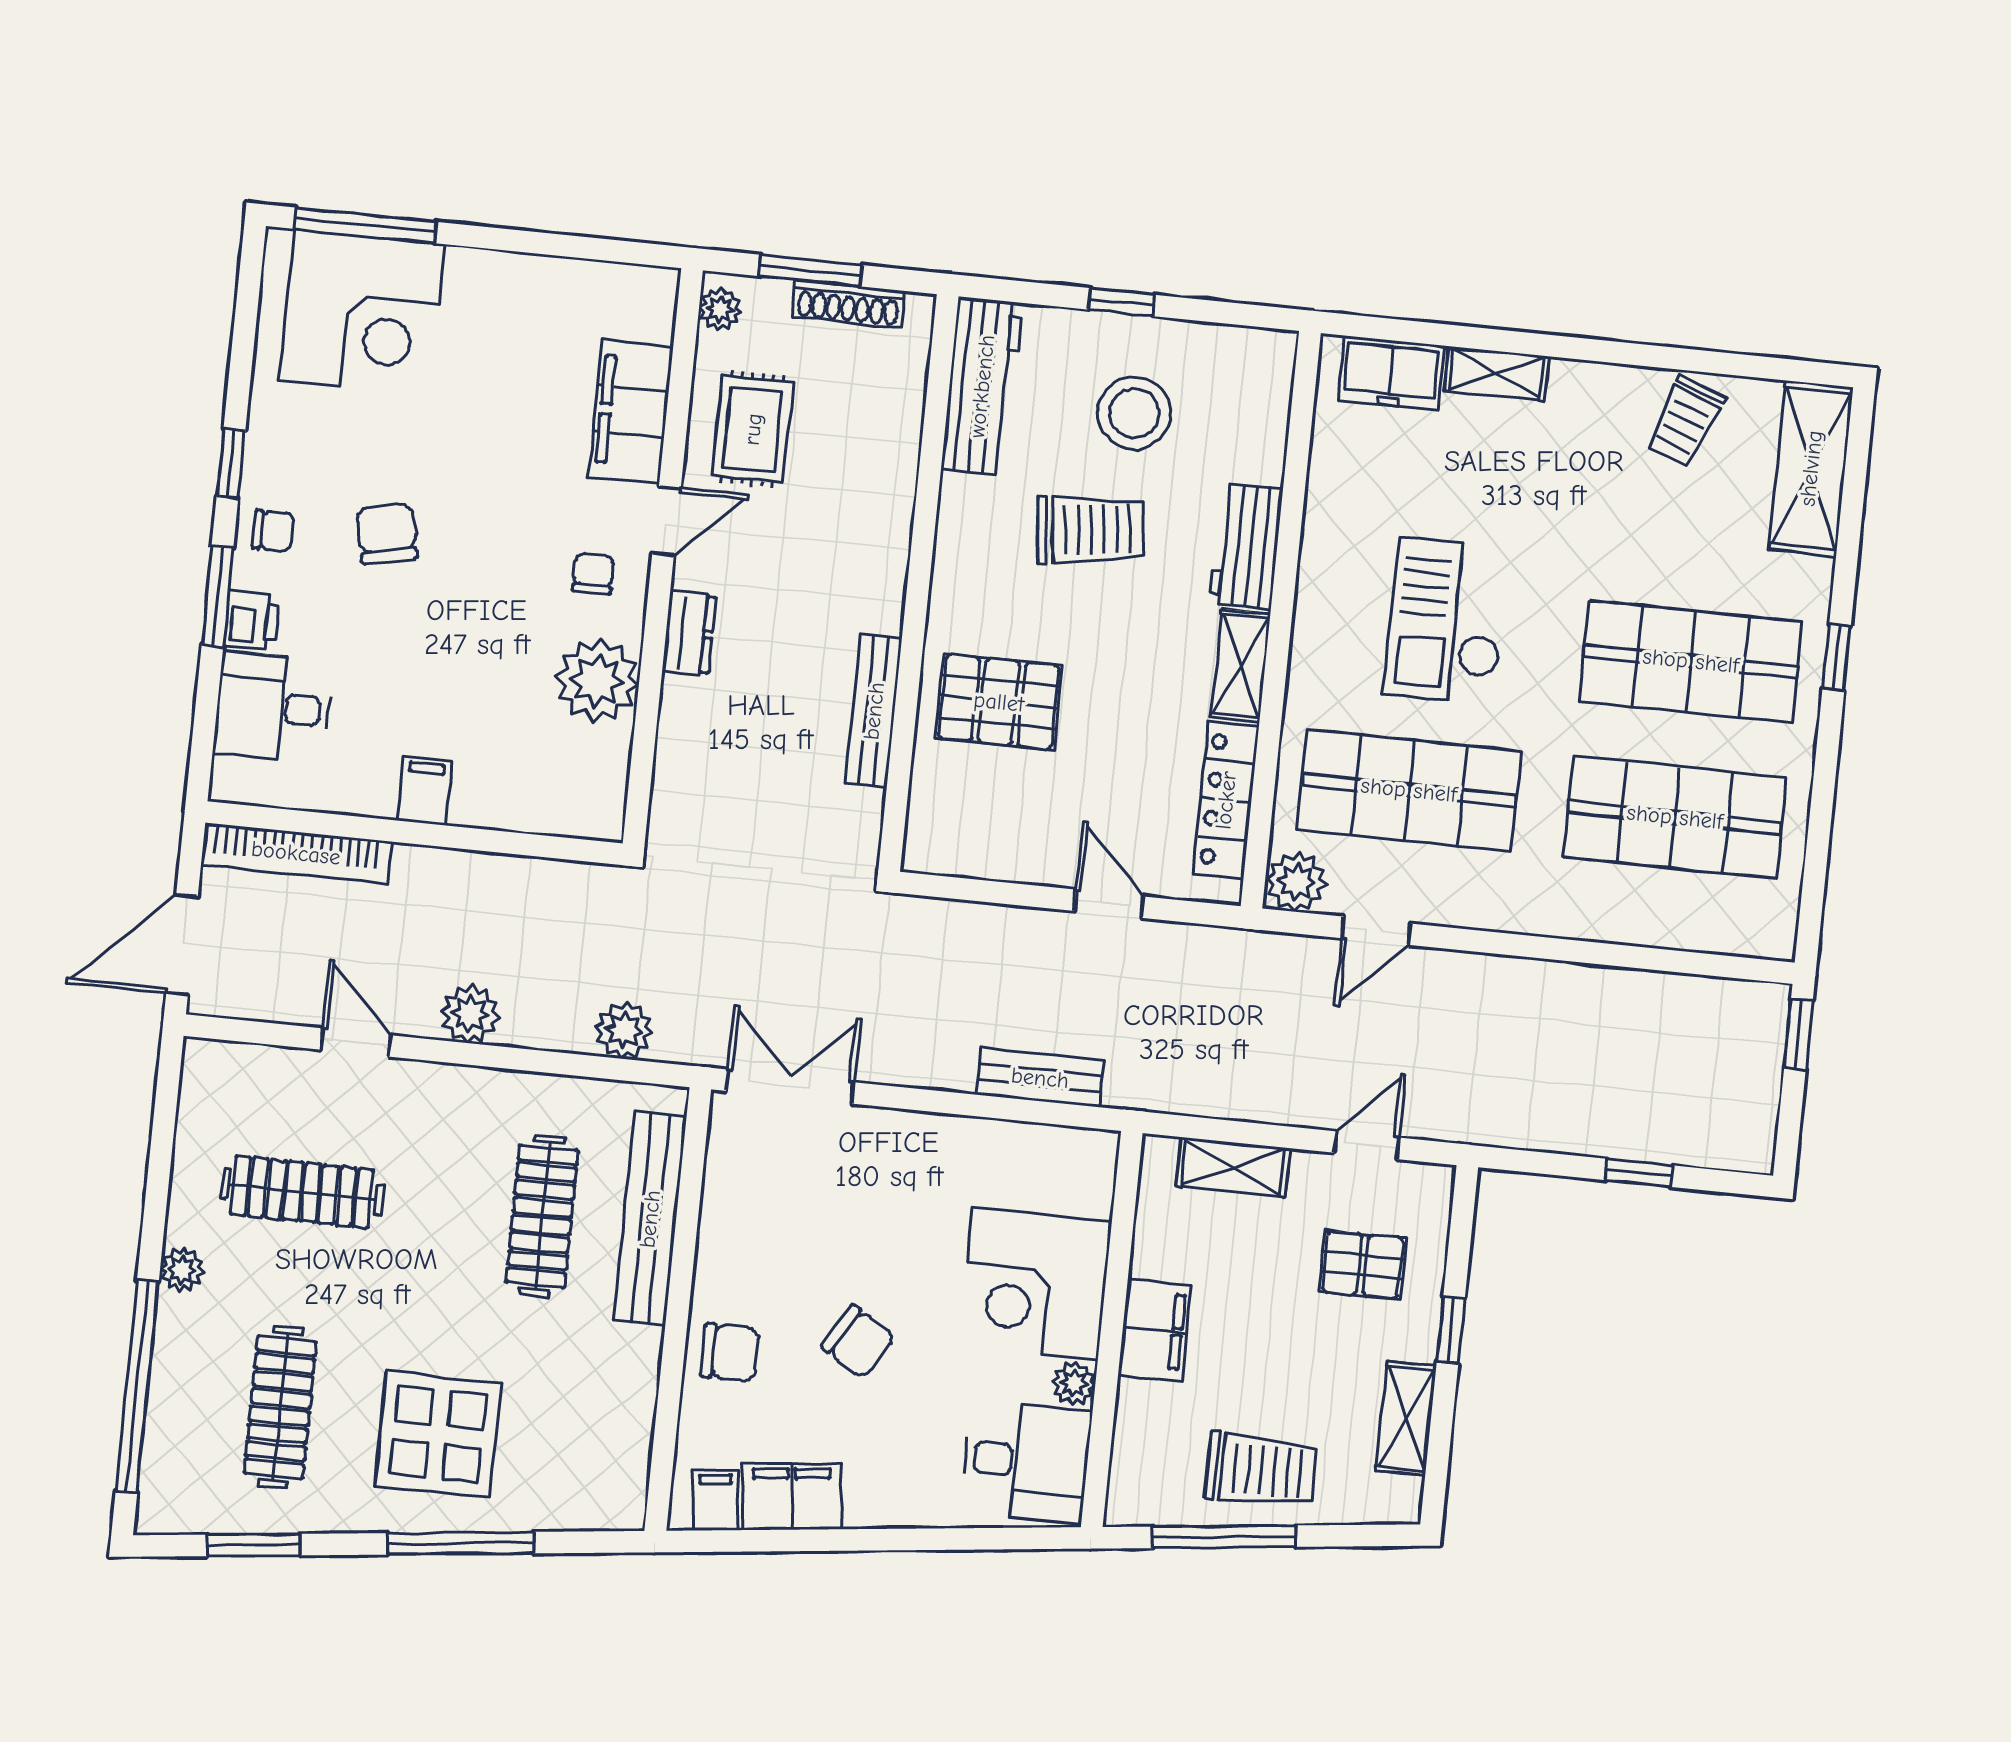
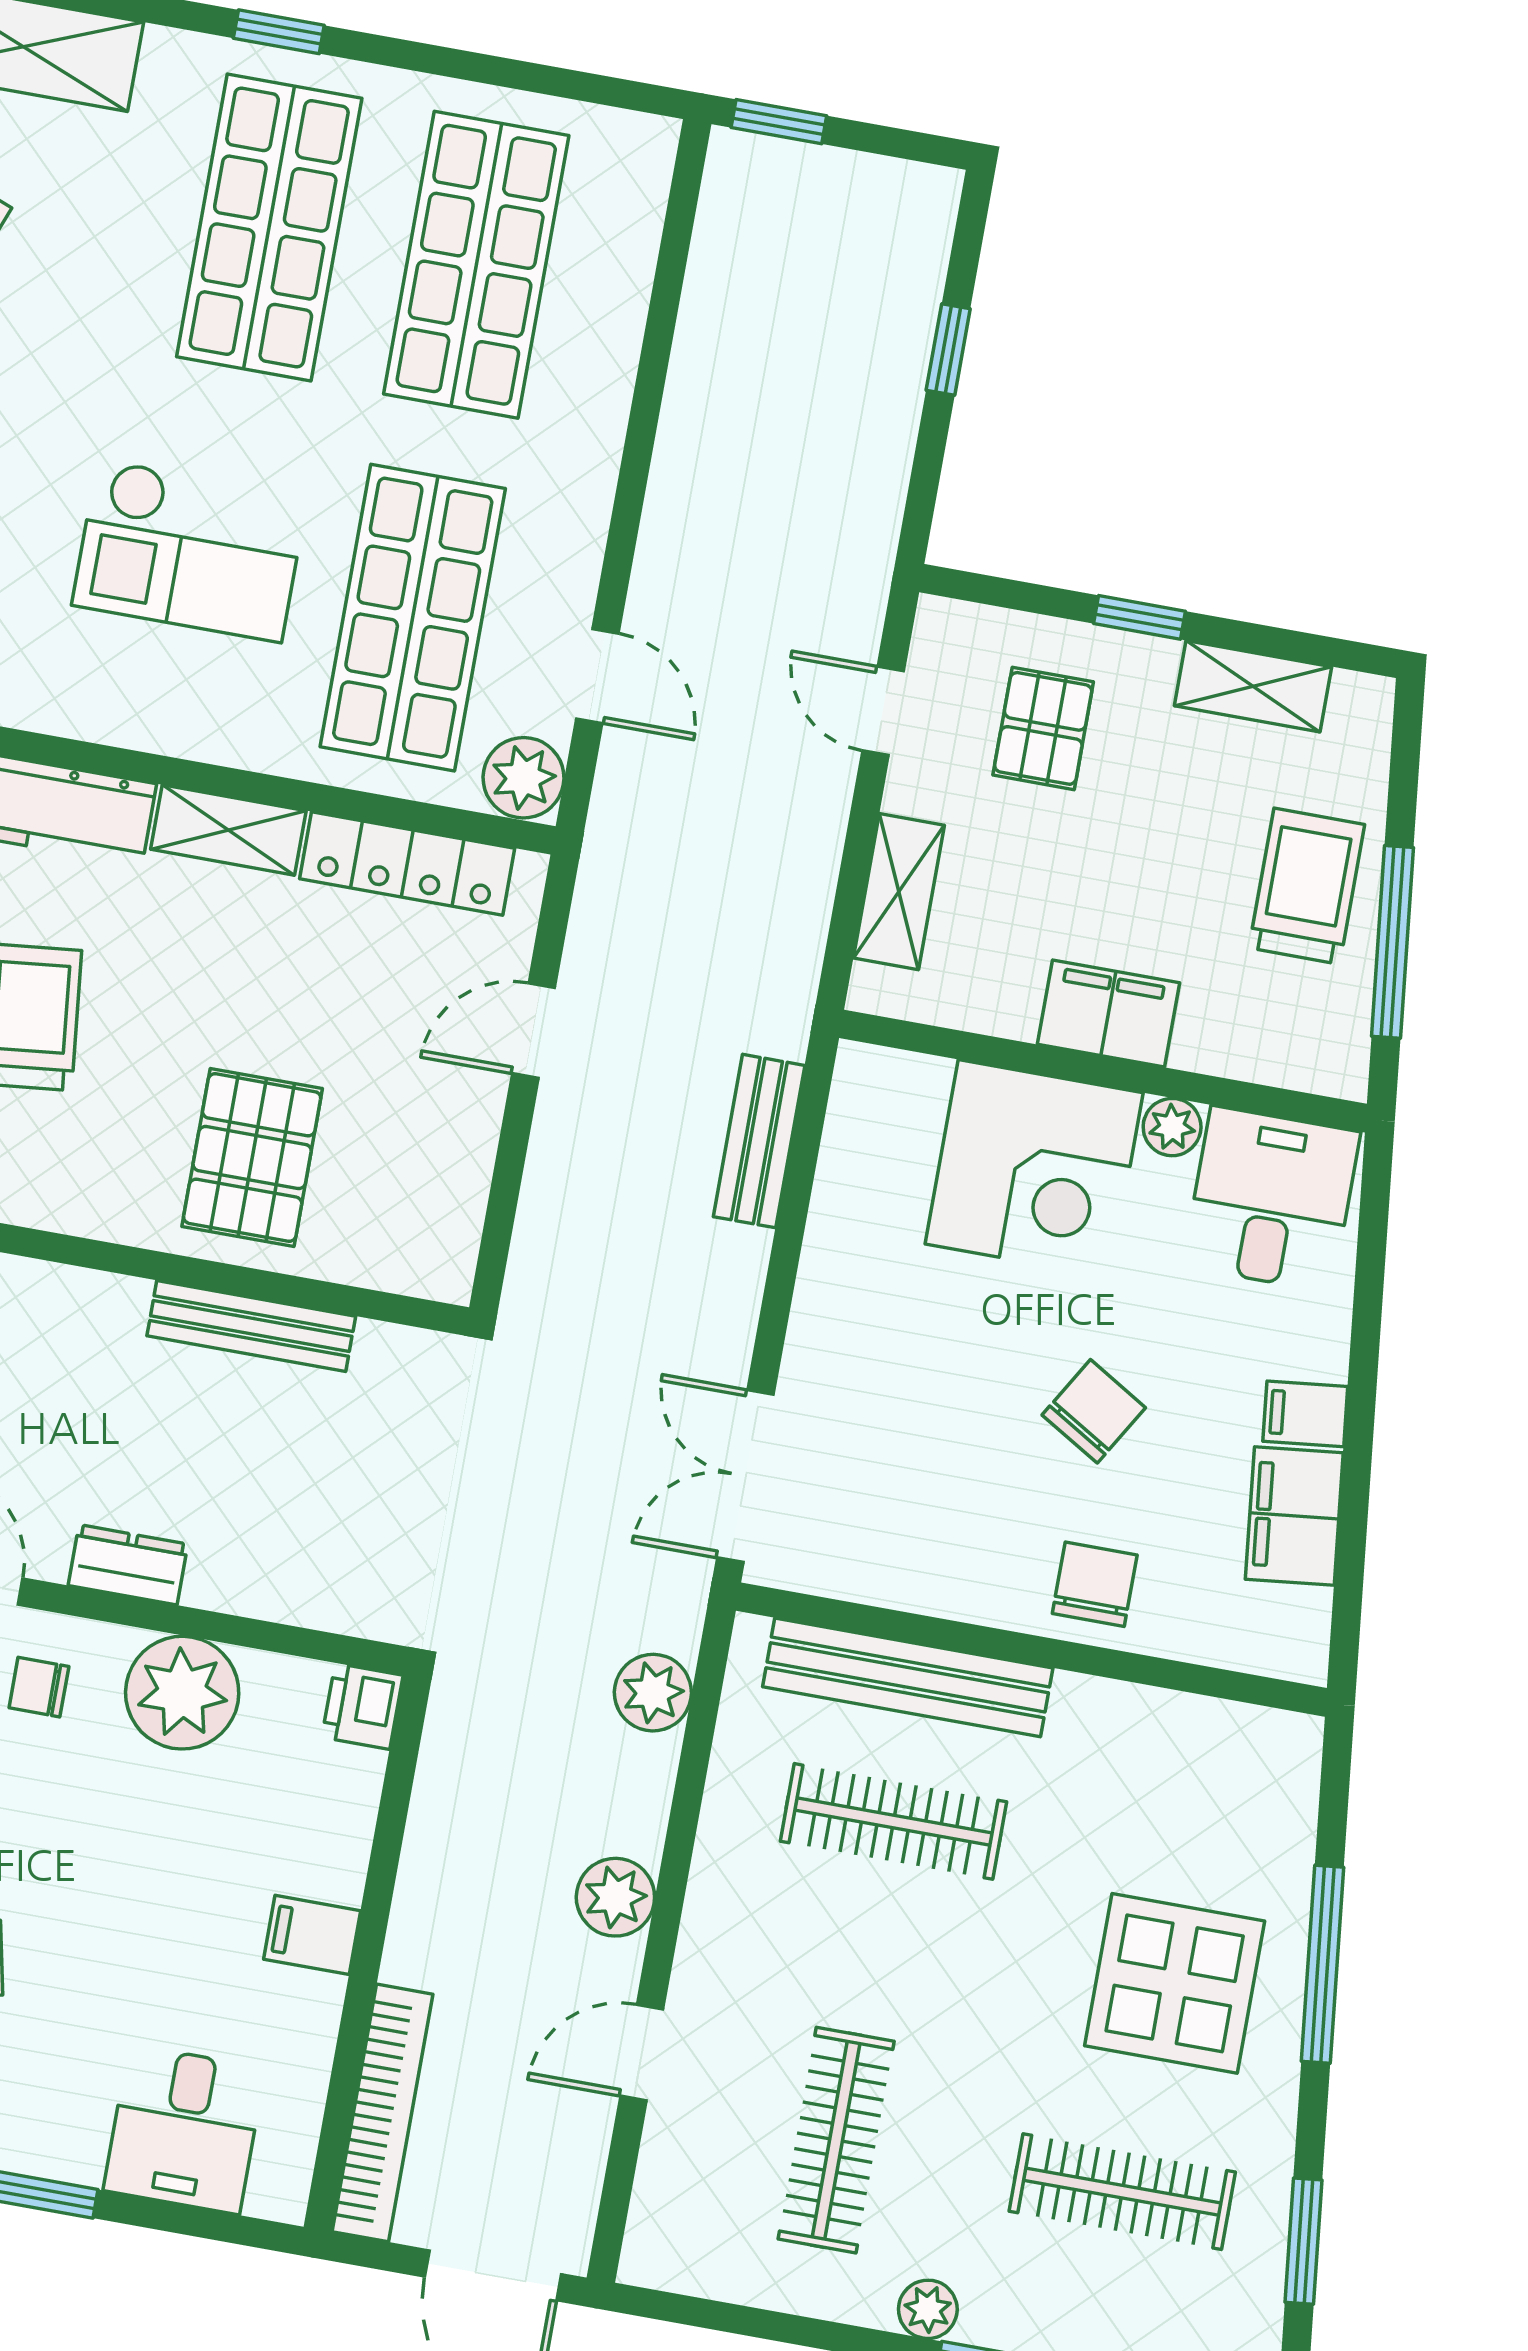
printer: (252, 620) -> (362, 1706), moved, turned -90
filing cabinet: (716, 1500) -> (1305, 1414), moved

